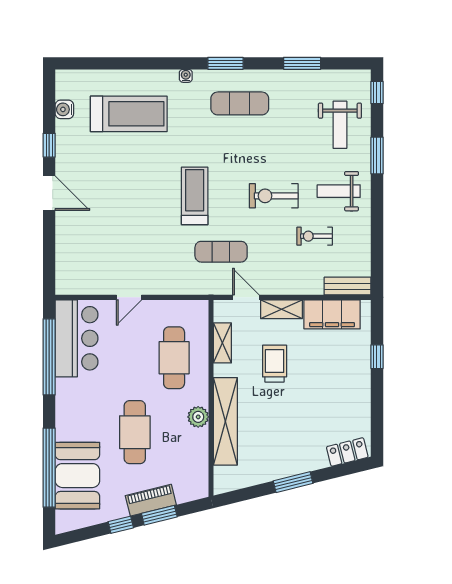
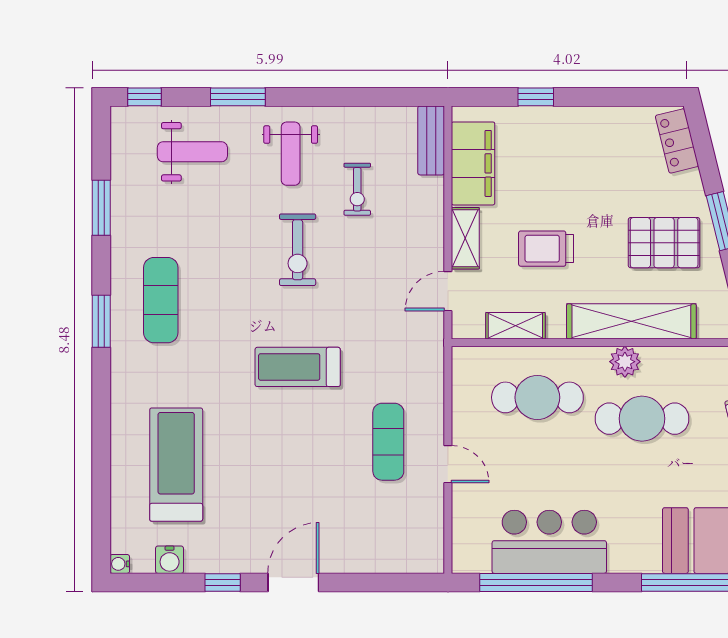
water cooler: (186, 76) -> (120, 564), moved
exercise mat: (221, 252) -> (388, 442), moved
bar counter: (77, 338) -> (549, 542), moved
cafe table: (135, 432) -> (642, 419), moved
pallet: (279, 443) -> (664, 243), added

